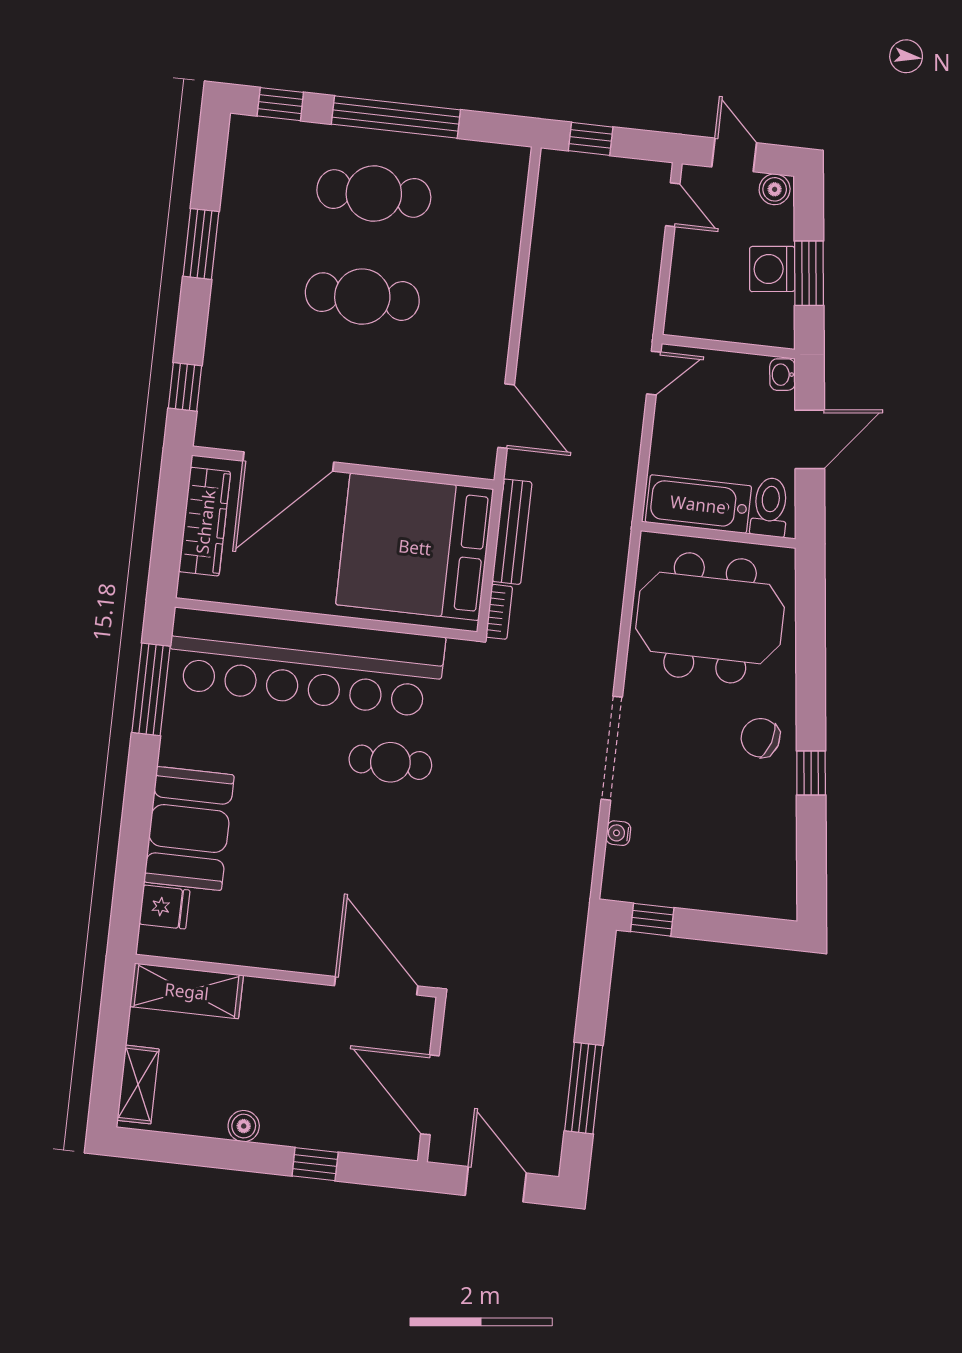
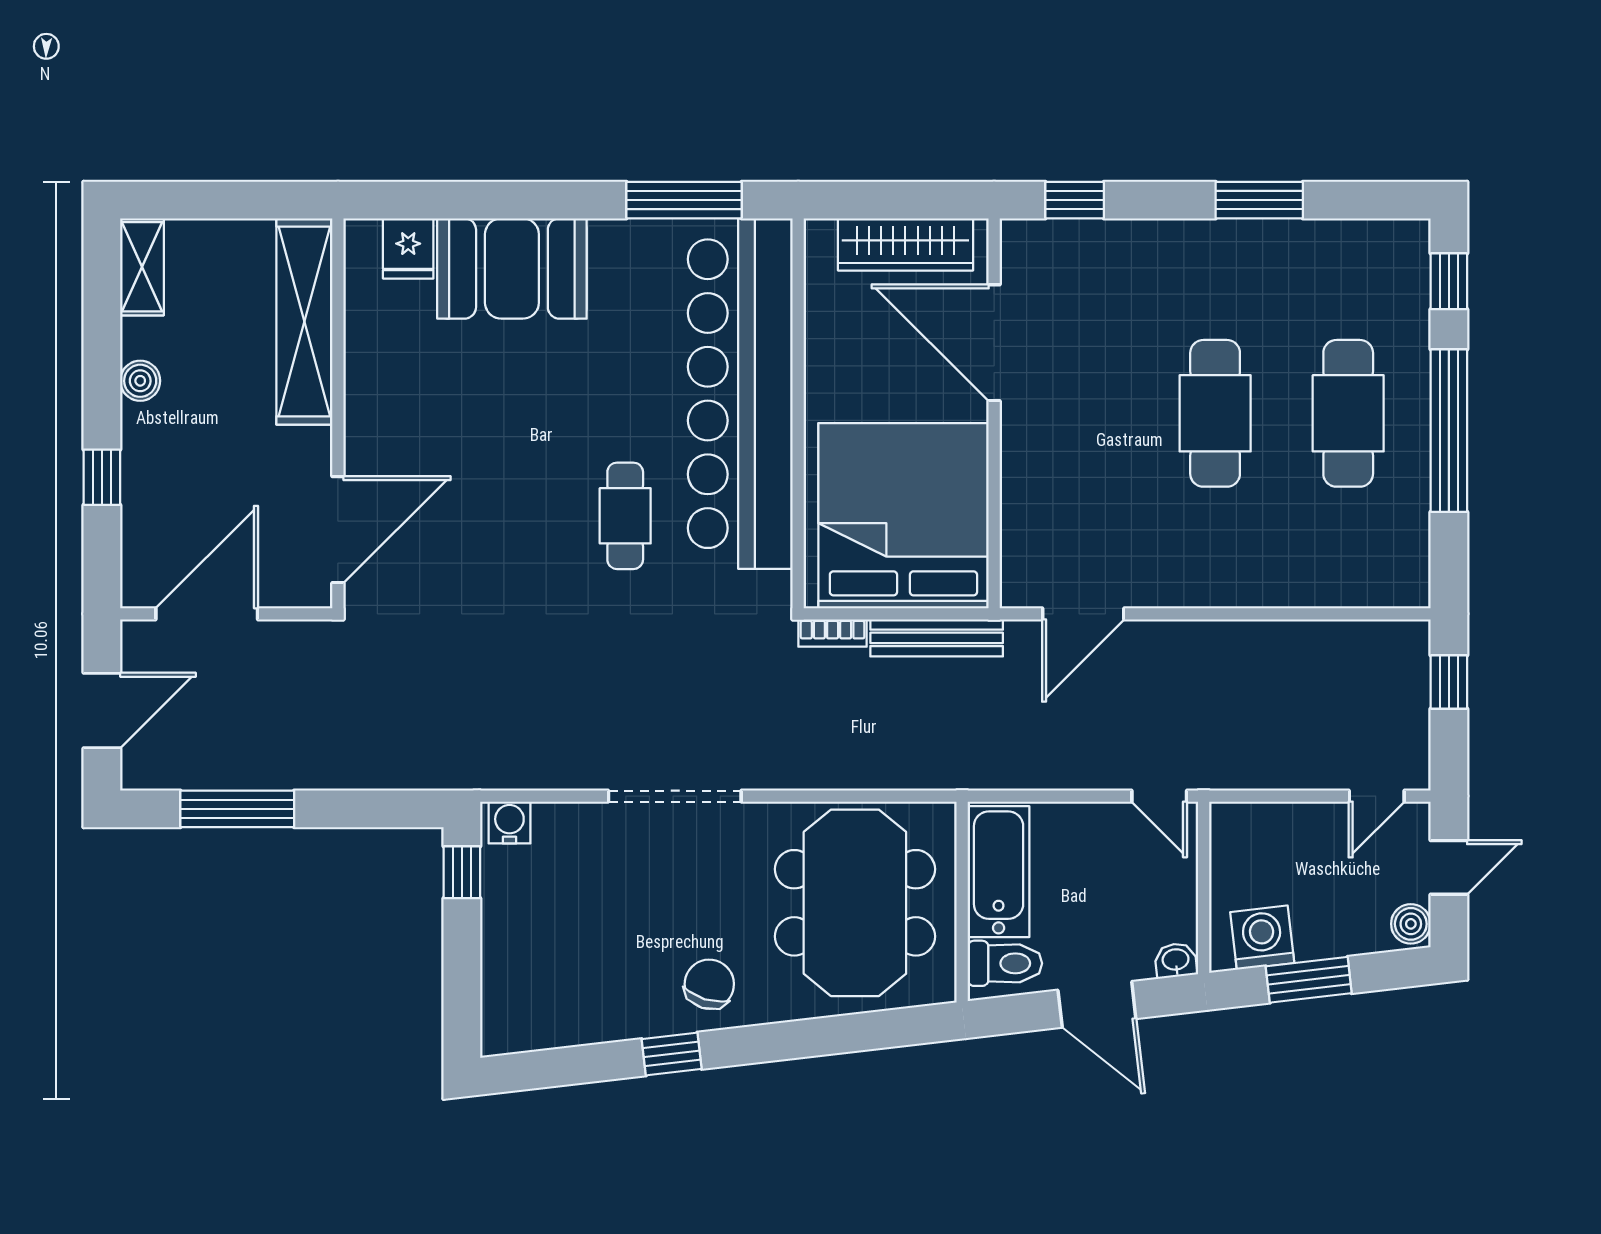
washing machine: (772, 269) -> (1262, 938), moved
water cooler: (618, 833) -> (509, 822), moved, width x1.38, depth x1.38
shelving: (187, 991) -> (304, 321), width x1.47
shelving: (138, 1085) -> (142, 267), moved, turned 90

